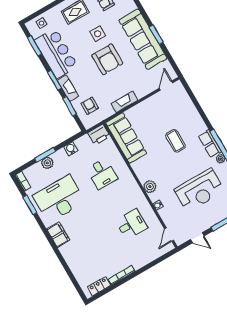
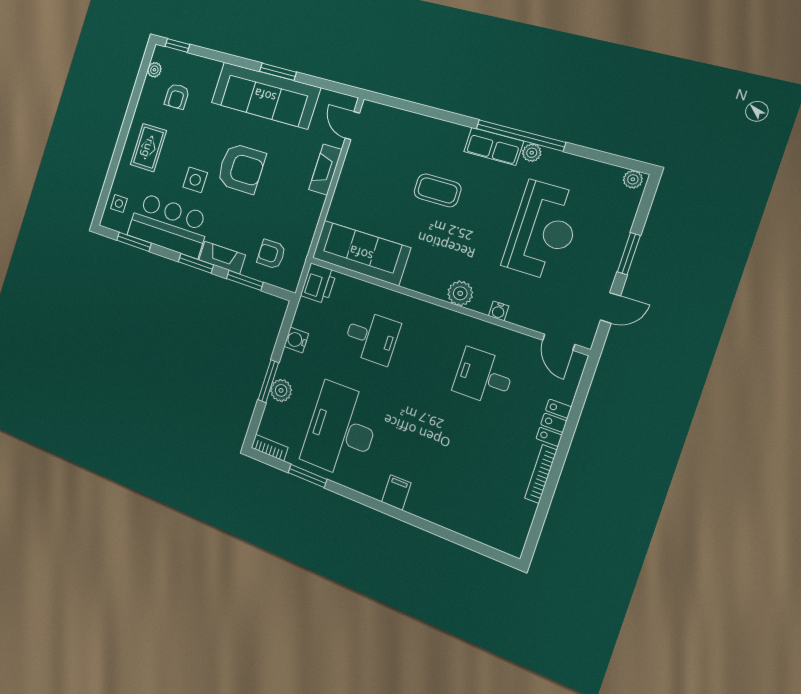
side table: (98, 34) -> (195, 180), moved
fireplace: (125, 102) -> (325, 170), moved
desk: (131, 224) -> (484, 377), turned -90
filing cabinet: (58, 235) -> (396, 492), width x0.50
locker: (99, 286) -> (554, 423), moved

